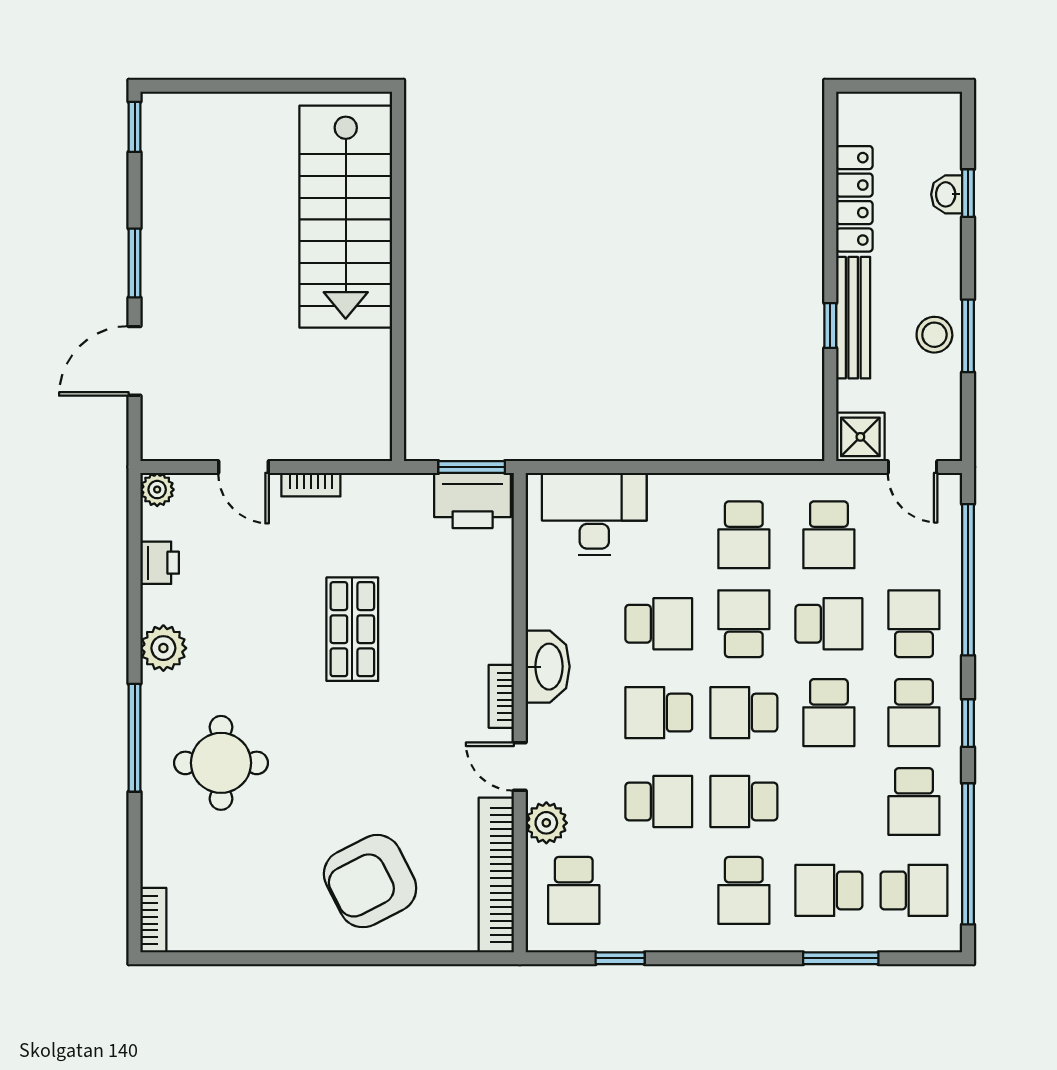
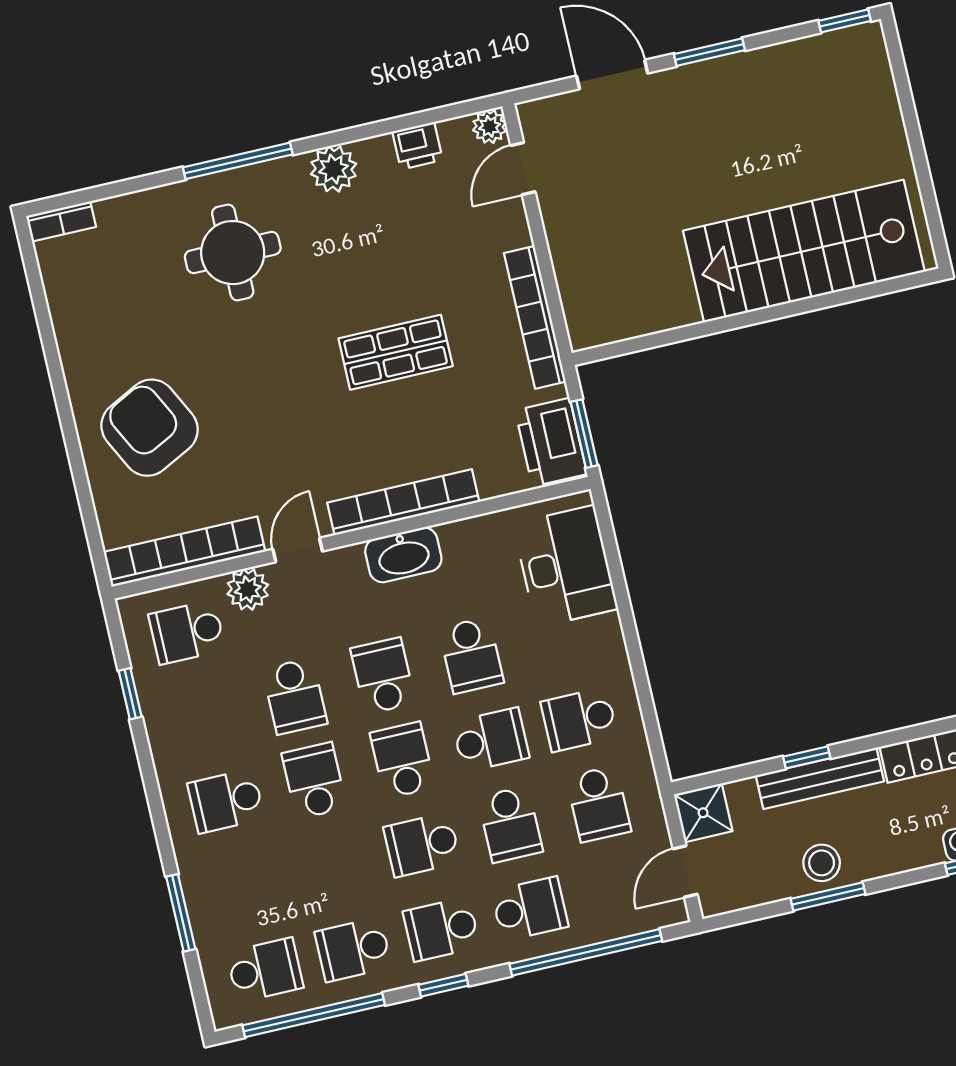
door: (244, 467) -> (523, 169), moved
bookcase: (311, 485) -> (535, 317), width x2.31, depth x1.31
school desk: (829, 535) -> (599, 804), turned -90
bookcase: (501, 696) -> (403, 502), width x2.31, depth x1.31
school desk: (829, 890) -> (245, 885), removed
school desk: (914, 890) -> (265, 970), turned -90

